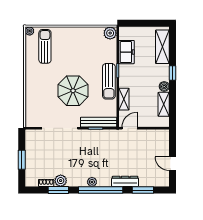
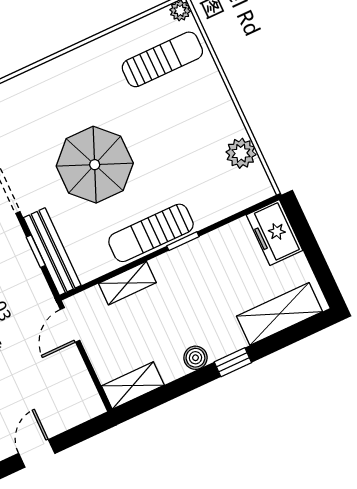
plant: (110, 33) -> (241, 153), moved
freezer: (126, 52) -> (275, 233), moved, turned 90
shelving: (164, 104) -> (133, 385), moved
door: (130, 128) -> (70, 325), swing flipped

